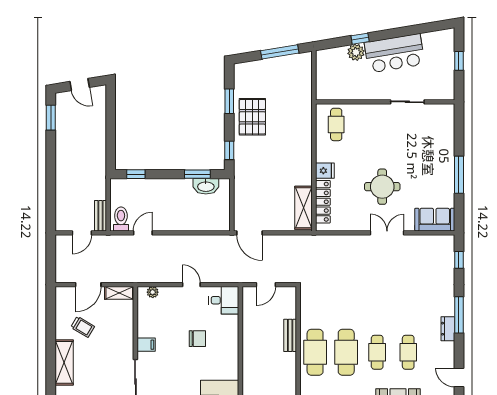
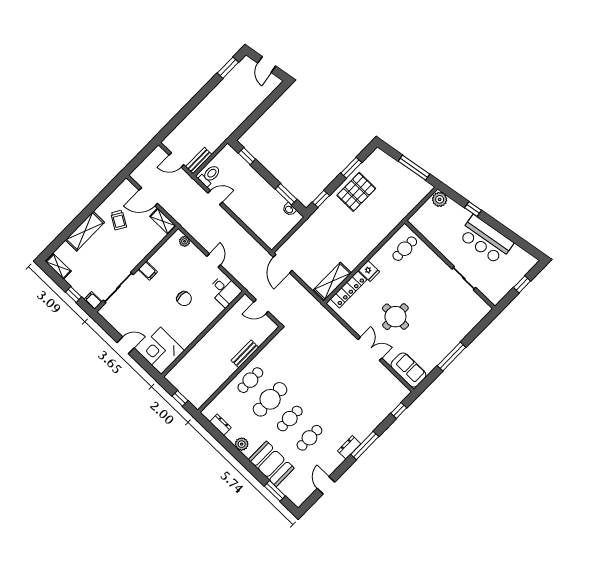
plant: (356, 52) -> (440, 199), moved
washbasin: (206, 186) -> (289, 209), width x0.52, depth x0.69
cafe table: (315, 352) -> (250, 380), width x0.73, depth x0.74

